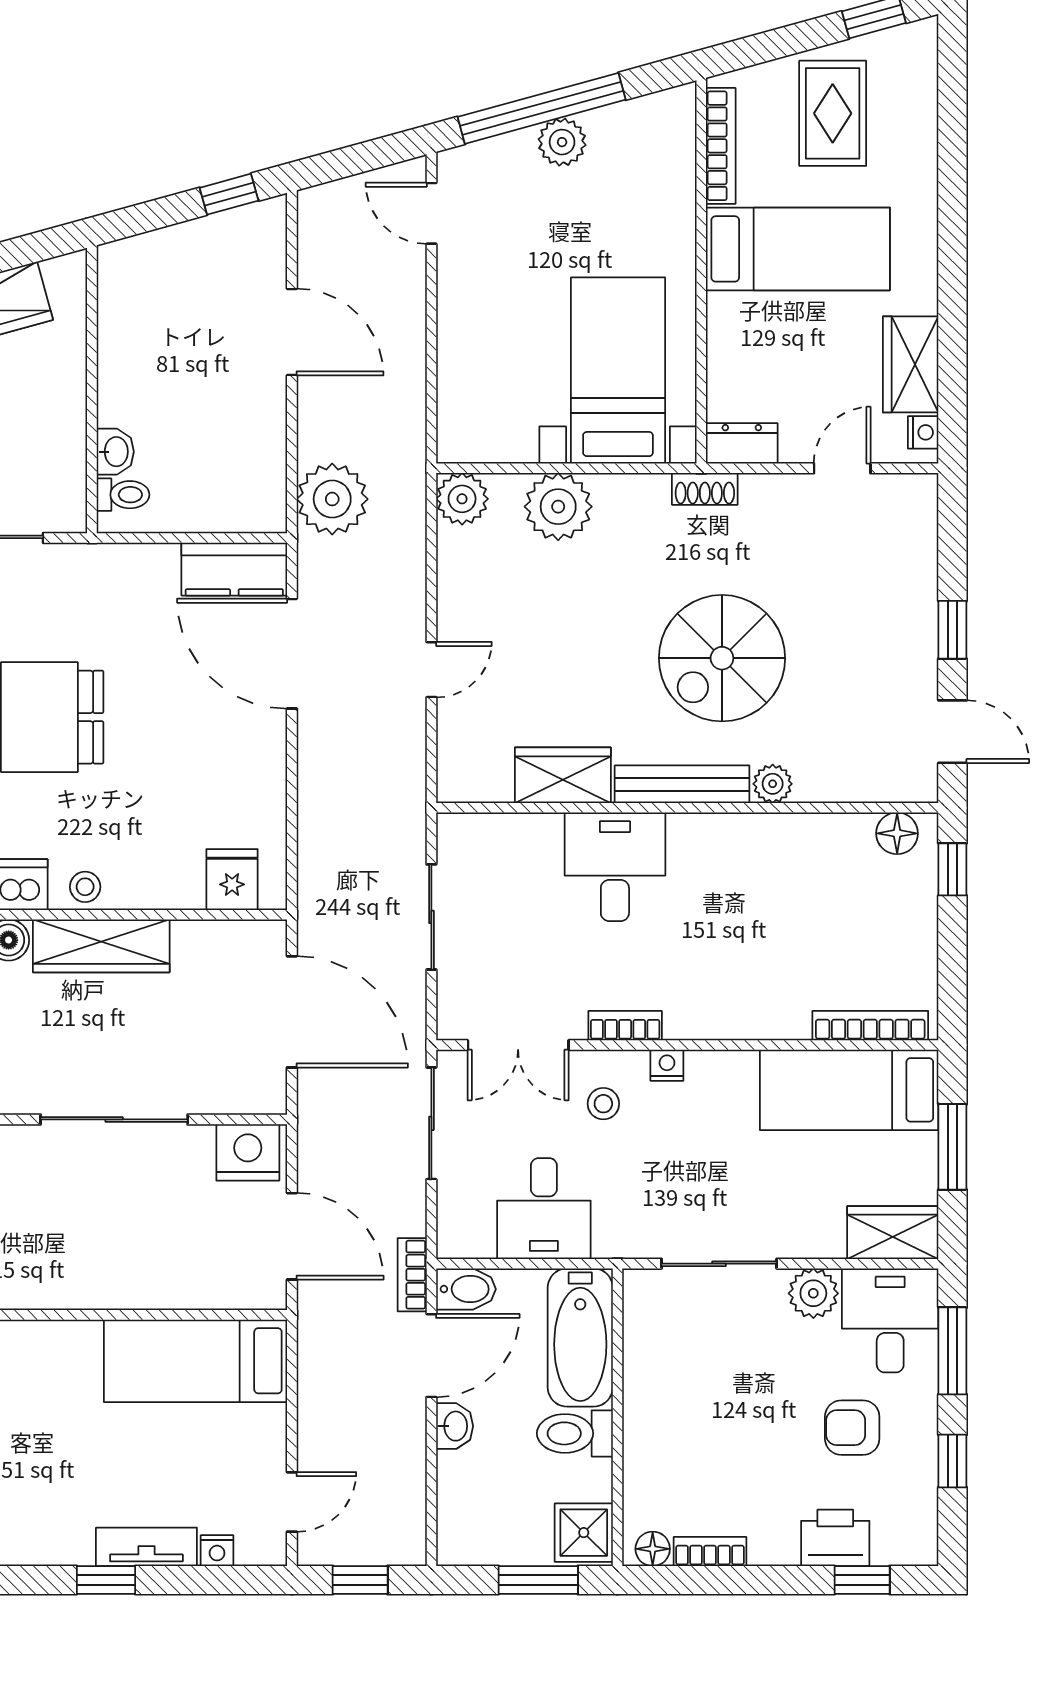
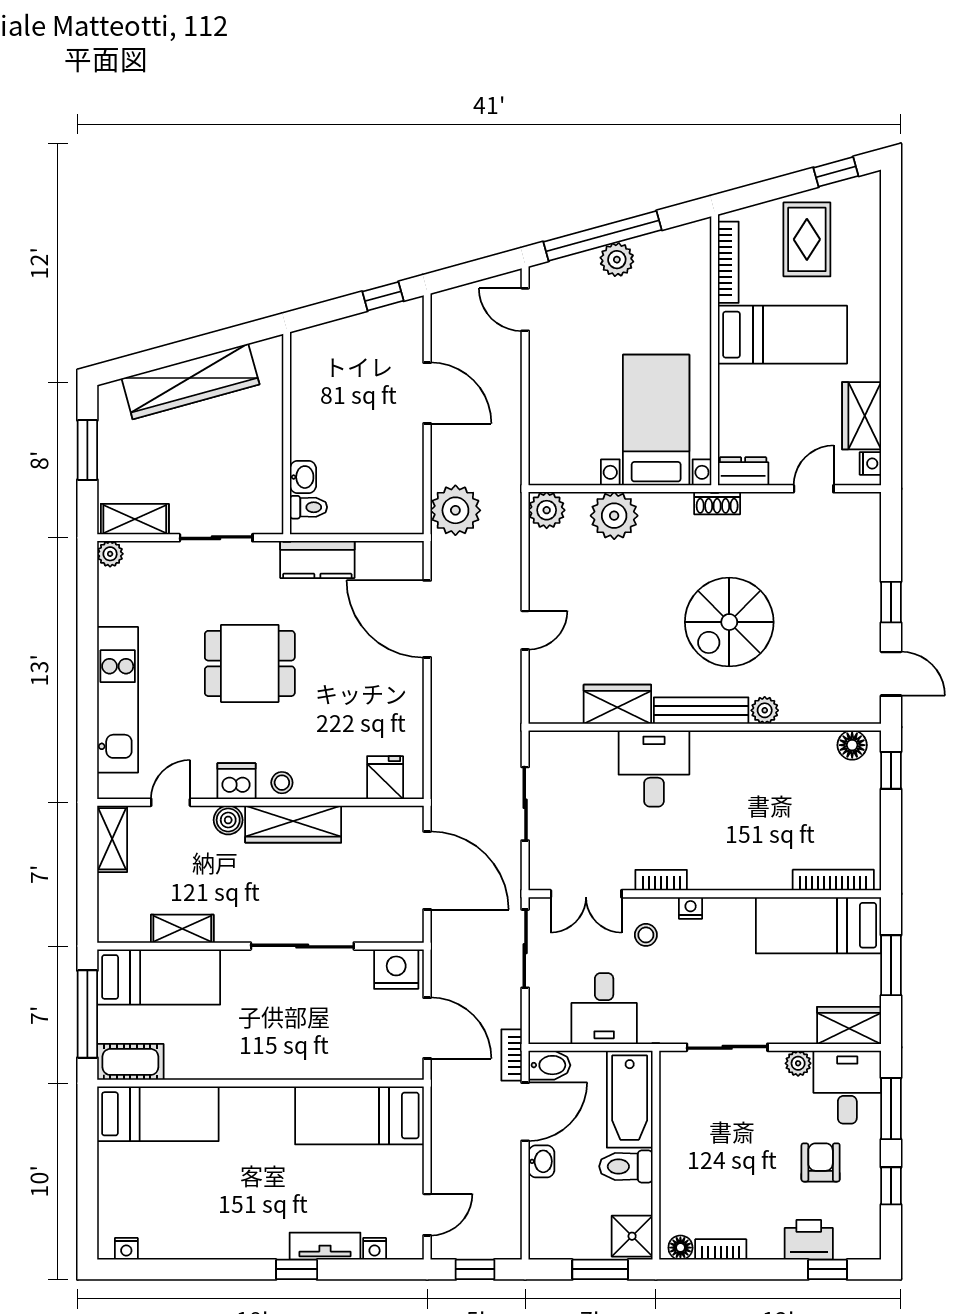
kitchen counter: (234, 569) -> (317, 560), moved
plant: (813, 1293) -> (798, 1063), width x0.73, depth x0.73
armchair: (852, 1428) -> (821, 1162), turned 90

